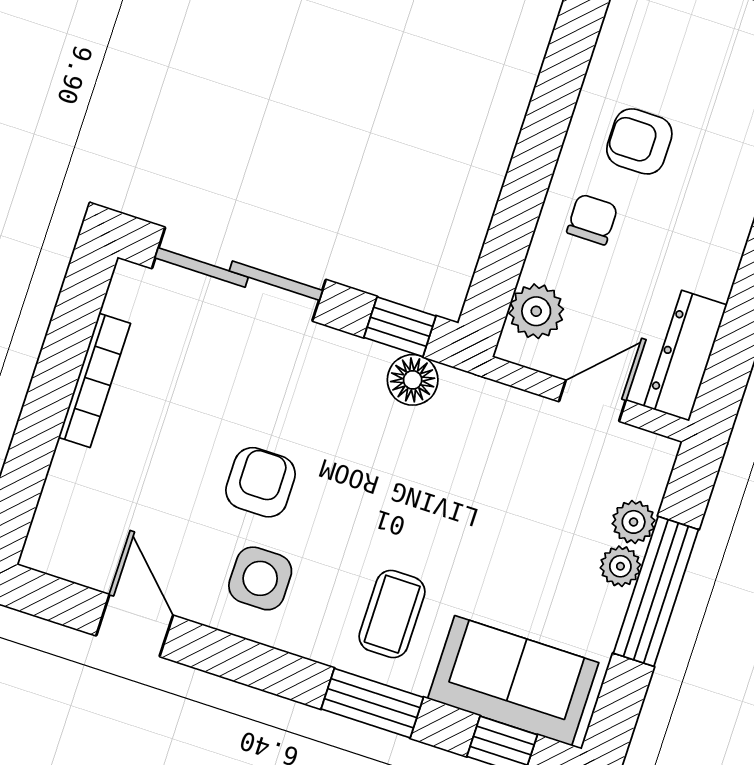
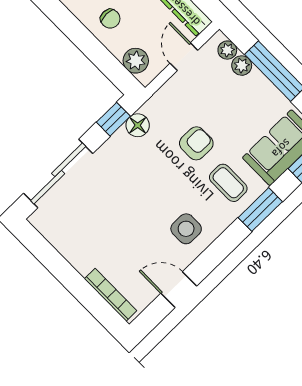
chair: (592, 219) -> (110, 19), turned 180
bookcase: (94, 380) -> (111, 295), moved
armchair: (261, 482) -> (196, 143), moved, turned 90
plant: (620, 566) -> (227, 50), moved

